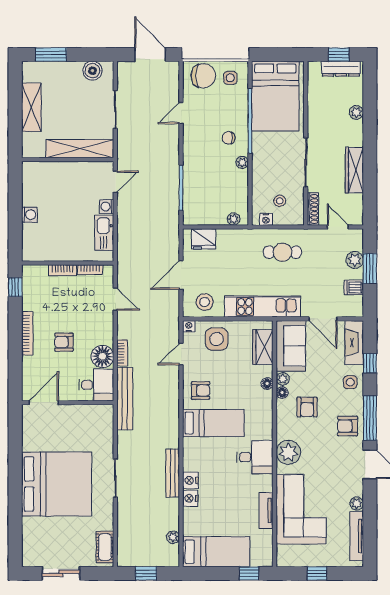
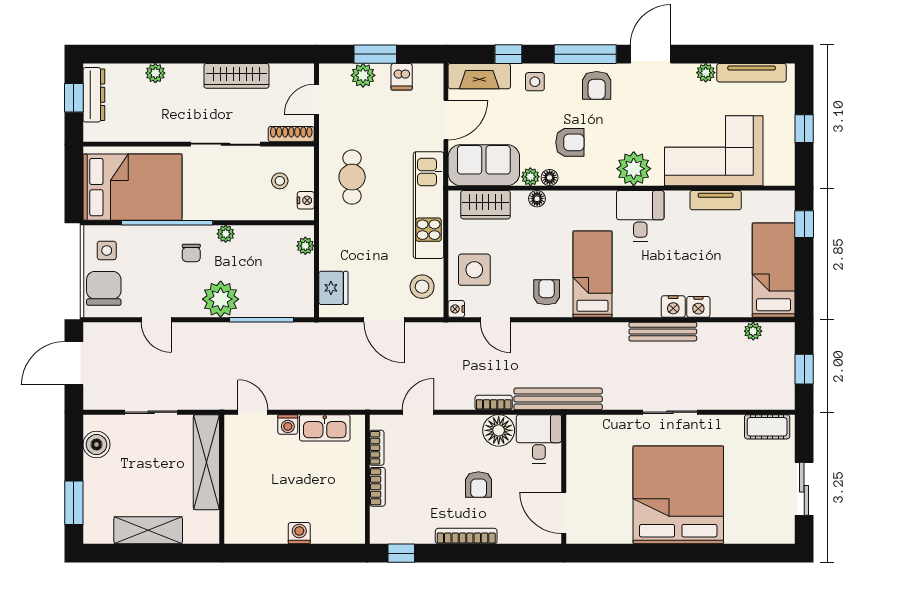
plant: (196, 159) -> (221, 299), added

